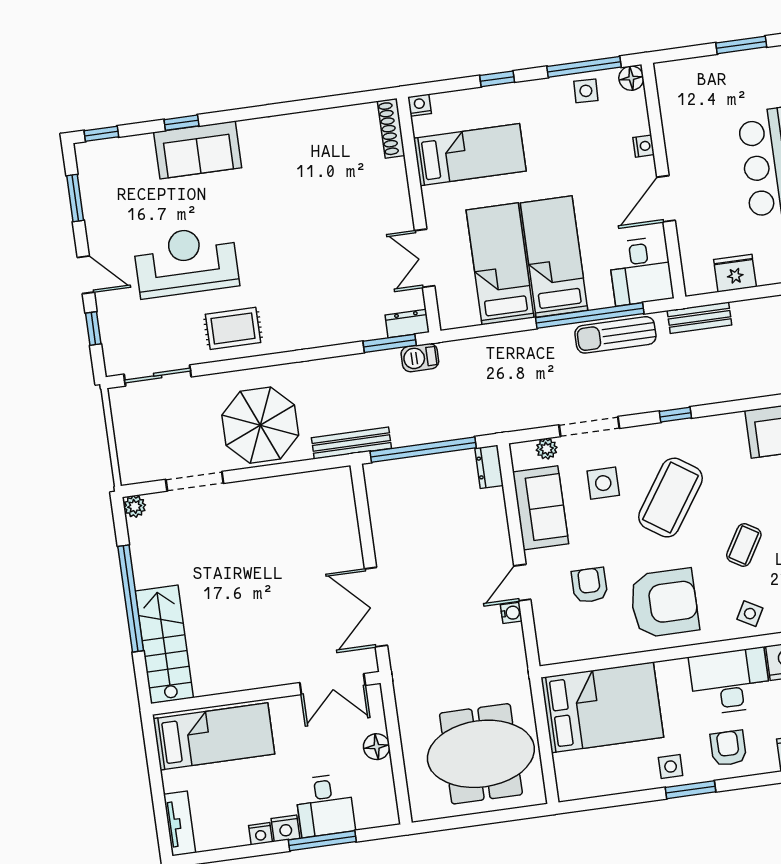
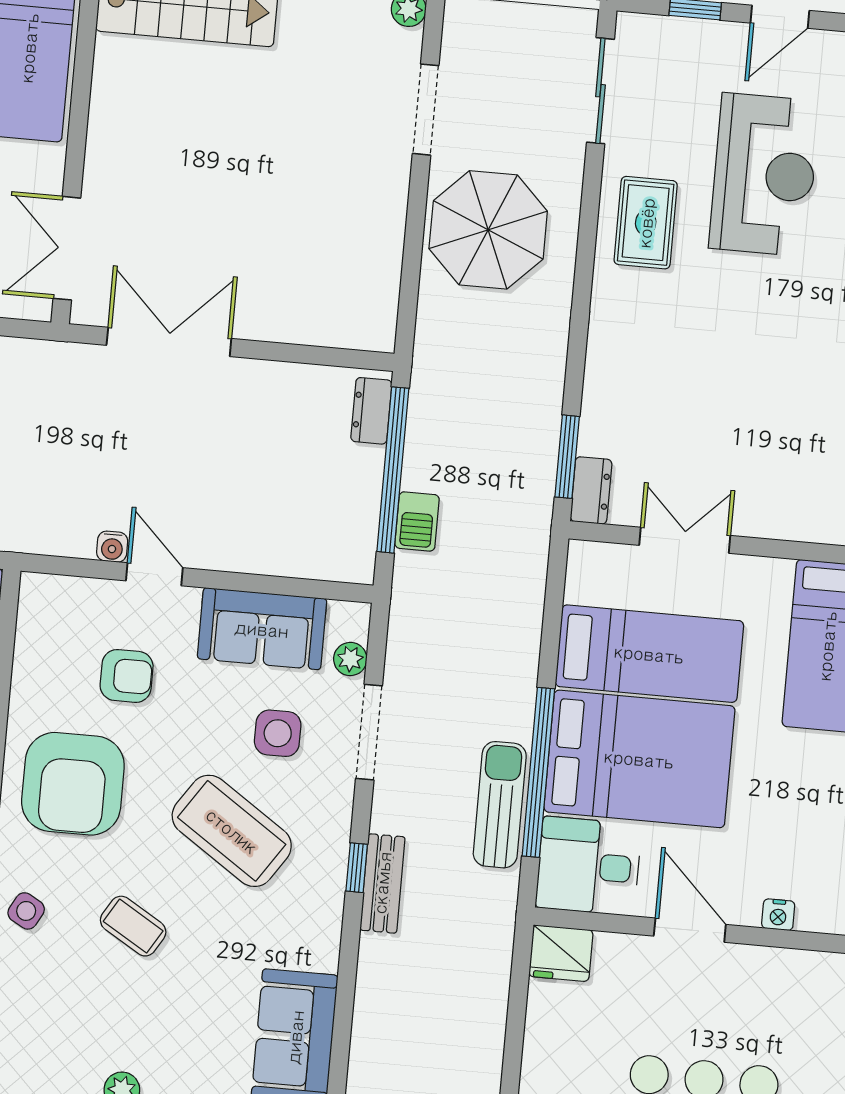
bed: (554, 257) -> (639, 759), width x1.50
fridge: (735, 273) -> (561, 953), moved, turned 90
bench: (699, 318) -> (382, 883), moved
barbecue: (420, 358) -> (417, 521), moved, turned 180
bench: (351, 443) -> (428, 363), removed
dresser: (489, 467) -> (371, 411), moved, turned -90

